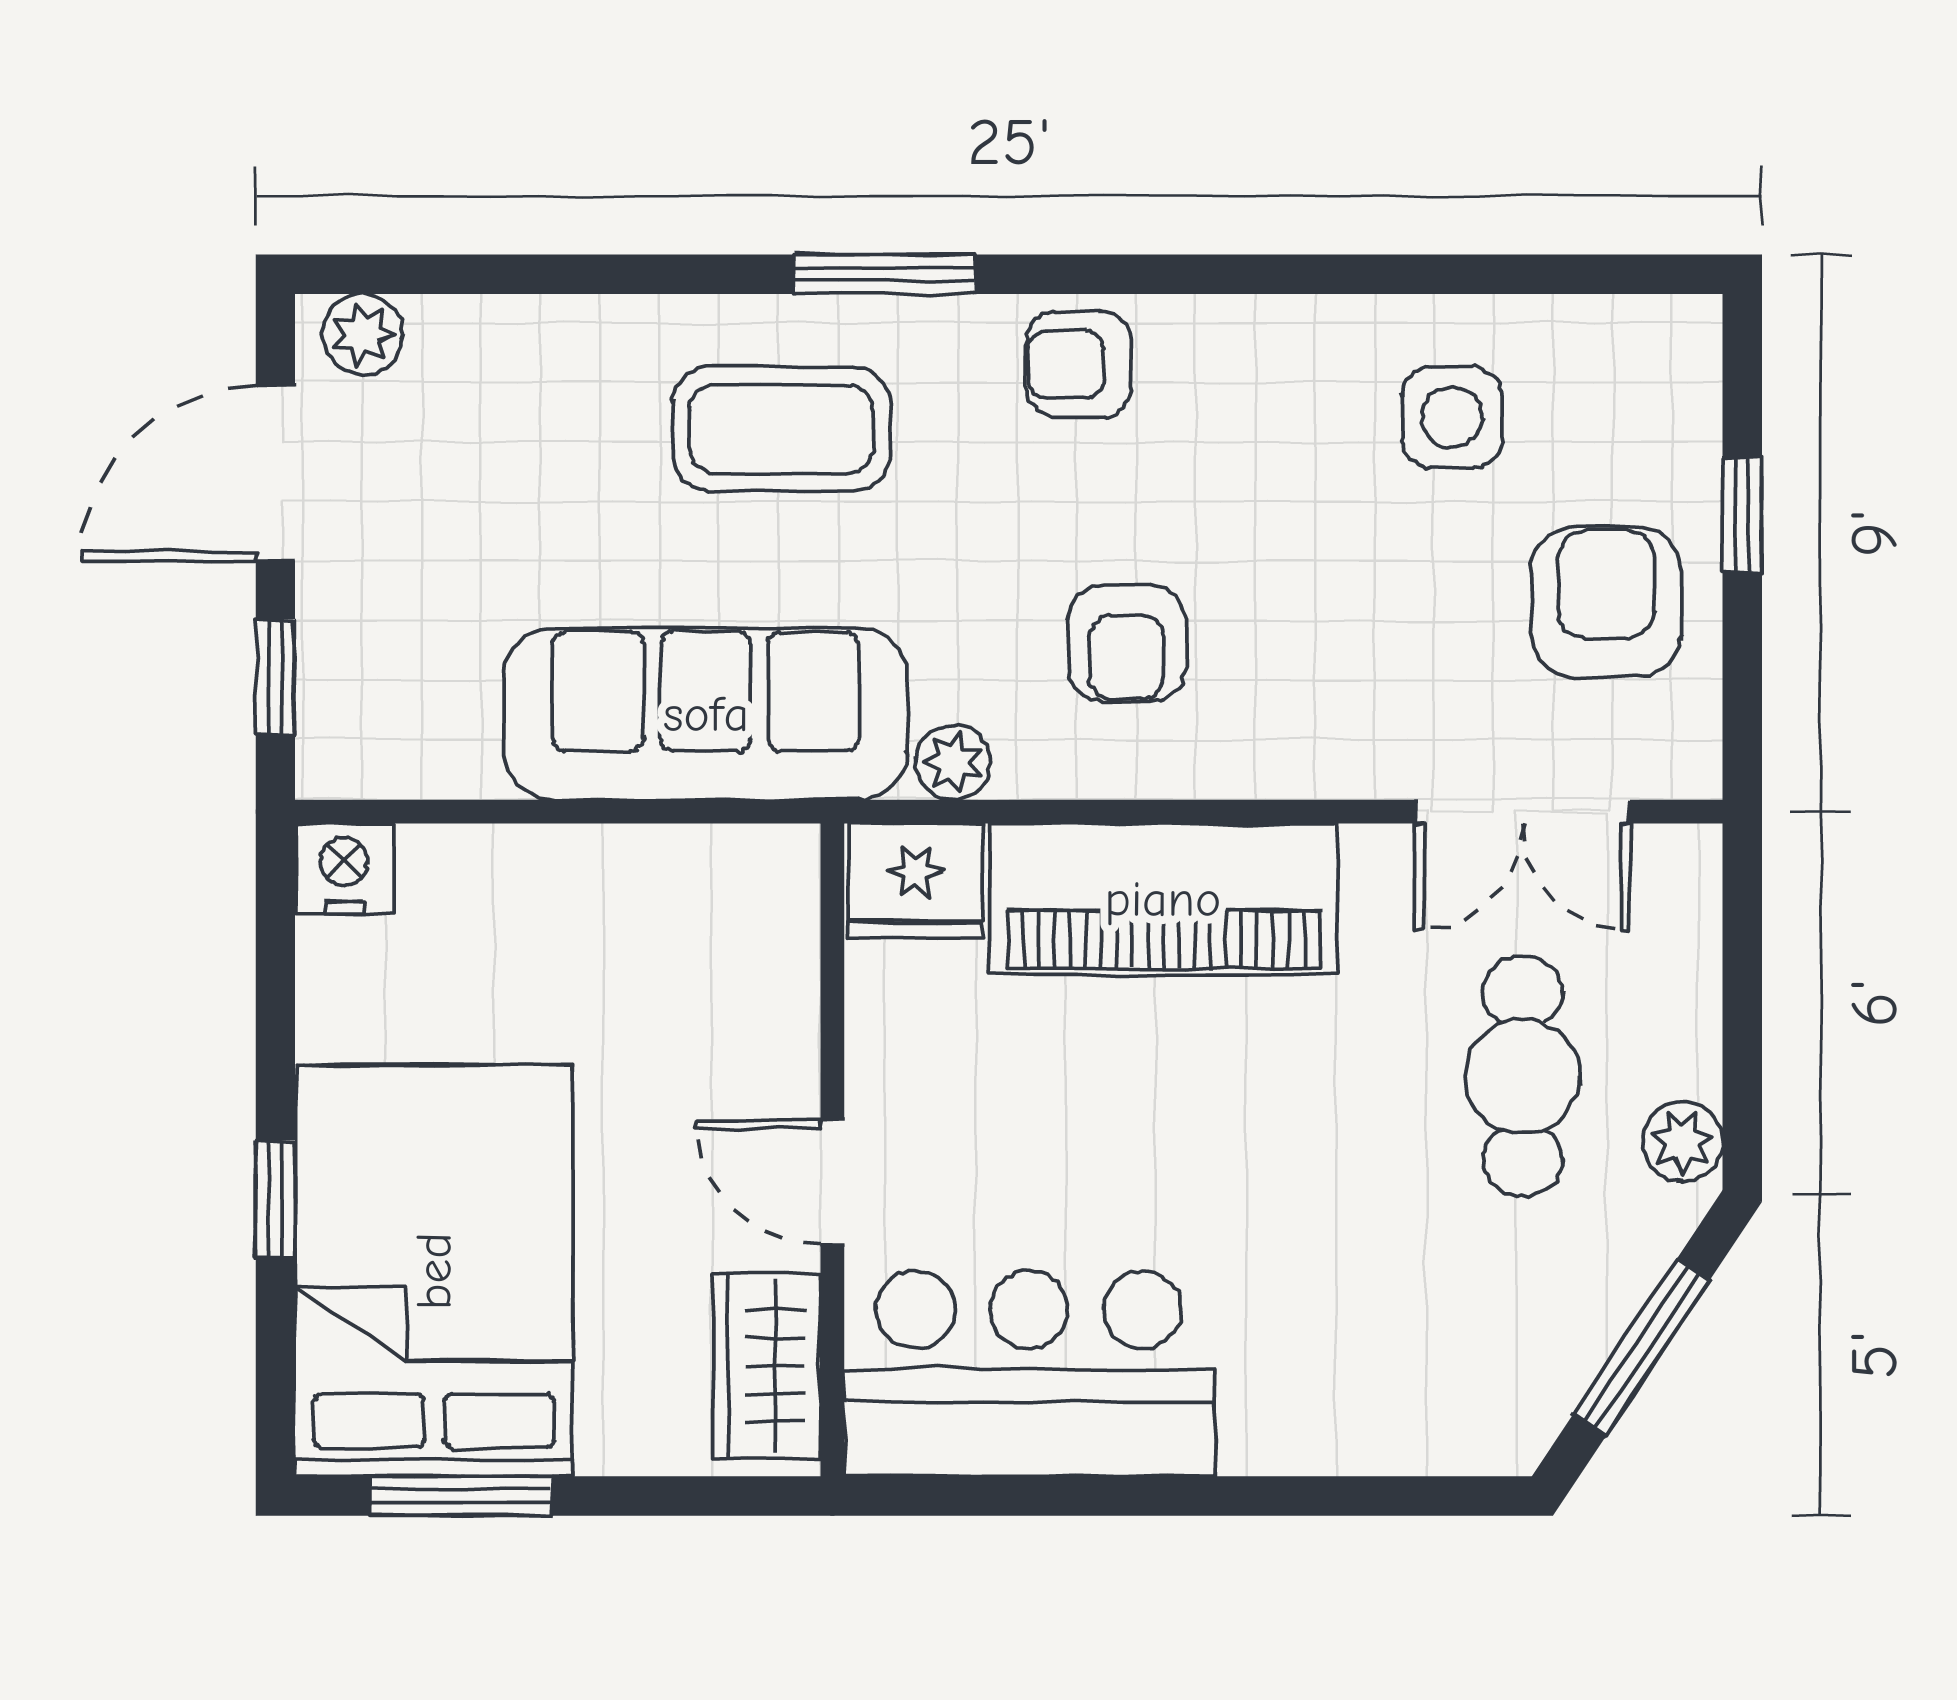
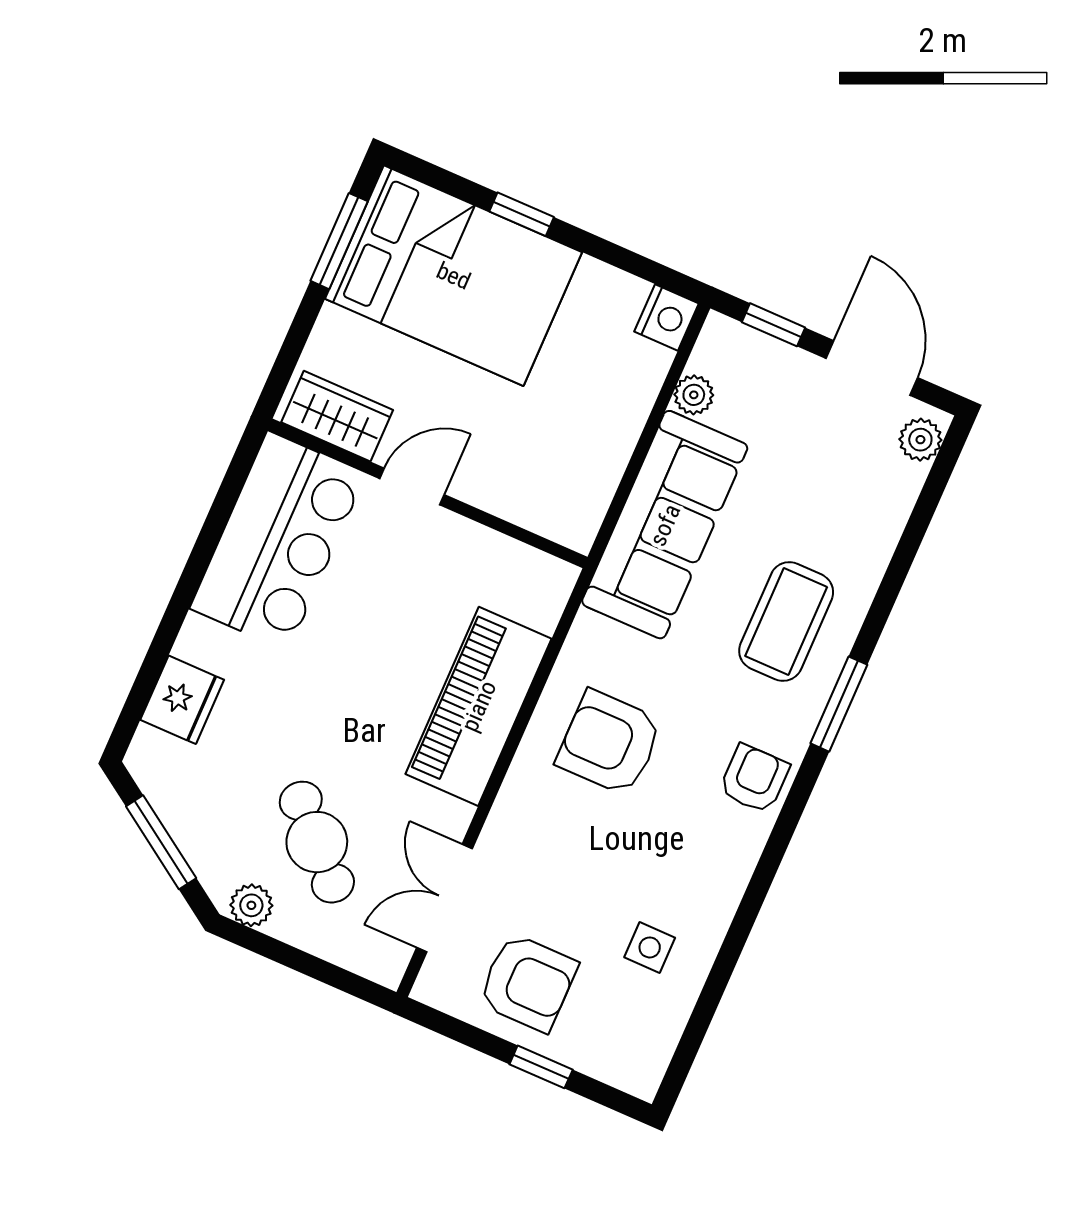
side table: (1452, 417) -> (650, 947), width x0.73, depth x0.73
armchair: (1127, 643) -> (609, 743), width x1.38, depth x1.38
plant: (953, 762) -> (694, 395), moved
fridge: (915, 881) -> (182, 700), moved, turned 180
cafe table: (1523, 1076) -> (317, 842), turned 45

